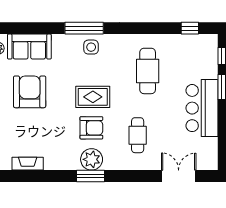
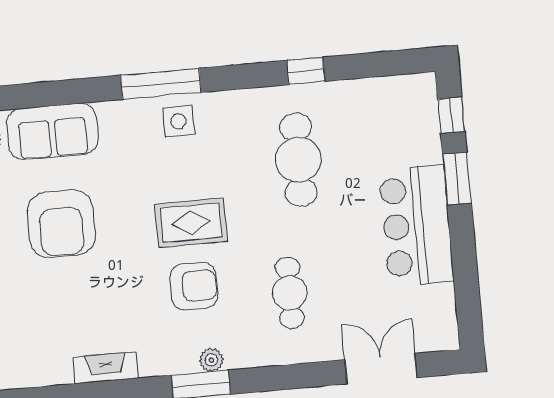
window: (190, 28) -> (306, 71), moved
armchair: (30, 92) -> (61, 224), turned 180
plant: (92, 159) -> (211, 360), width x0.53, depth x0.53
fireplace: (28, 164) -> (106, 368), moved

